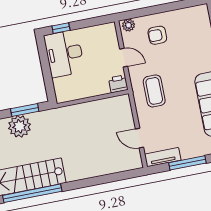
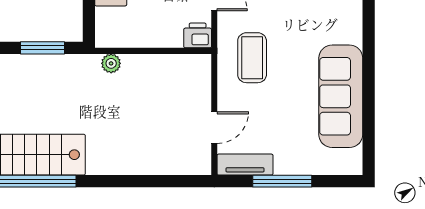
plant: (20, 126) -> (111, 63), moved, width x0.53, depth x0.53
door: (139, 138) -> (214, 128), swing flipped

